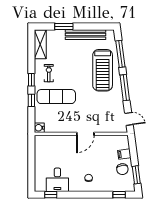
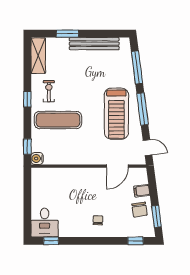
treadmill: (103, 70) -> (116, 114), moved
window: (31, 100) -> (27, 147), moved
door: (85, 134) -> (117, 166), moved
desk: (57, 180) -> (45, 223), moved

